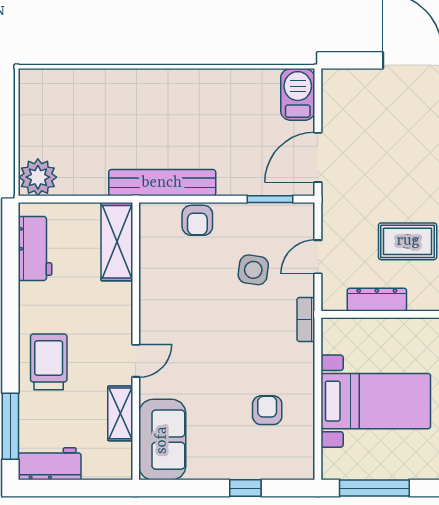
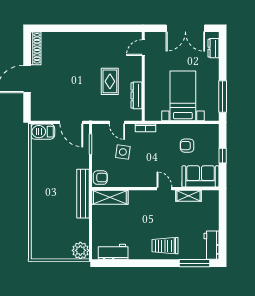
shelving: (117, 242) -> (110, 197), moved
wall: (136, 341) -> (155, 189), moved
door: (136, 361) -> (164, 189), moved
shelving: (120, 413) -> (189, 196), moved
sofa: (162, 440) -> (201, 176), moved

